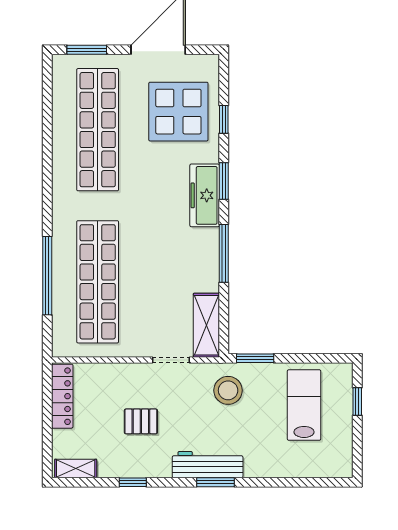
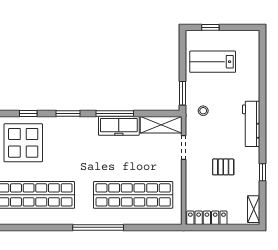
freezer: (205, 195) -> (119, 126), moved
window: (47, 276) -> (98, 227), moved
stool: (228, 390) -> (203, 111), width x0.53, depth x0.53
pallet: (141, 421) -> (223, 167), turned 90
window: (216, 482) -> (262, 119), removed

